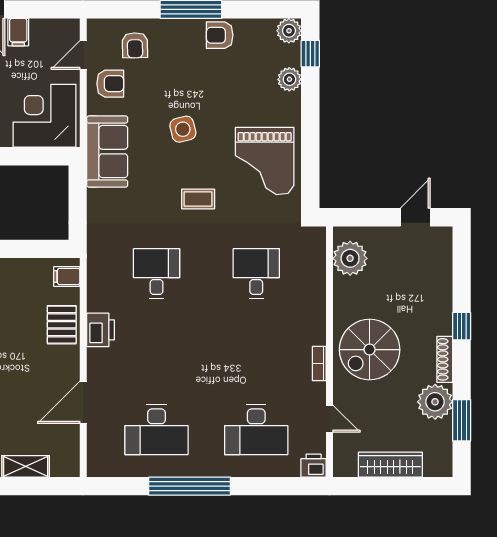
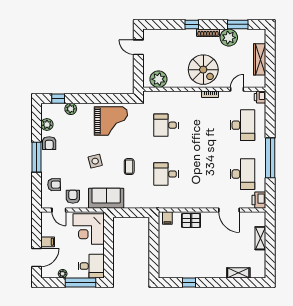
plant: (289, 31) -> (47, 124), moved
coffee table: (198, 199) -> (129, 167), moved
printer: (101, 330) -> (259, 200), moved, turned -90

